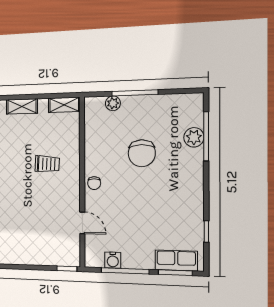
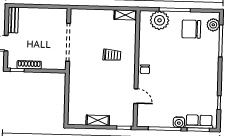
plant: (113, 103) -> (159, 20), width x1.87, depth x1.87
shelving: (22, 106) -> (98, 120), moved
plant: (194, 137) -> (213, 25), moved
chair: (142, 153) -> (191, 29), moved, turned 90
water cooler: (113, 260) -> (179, 122), moved

